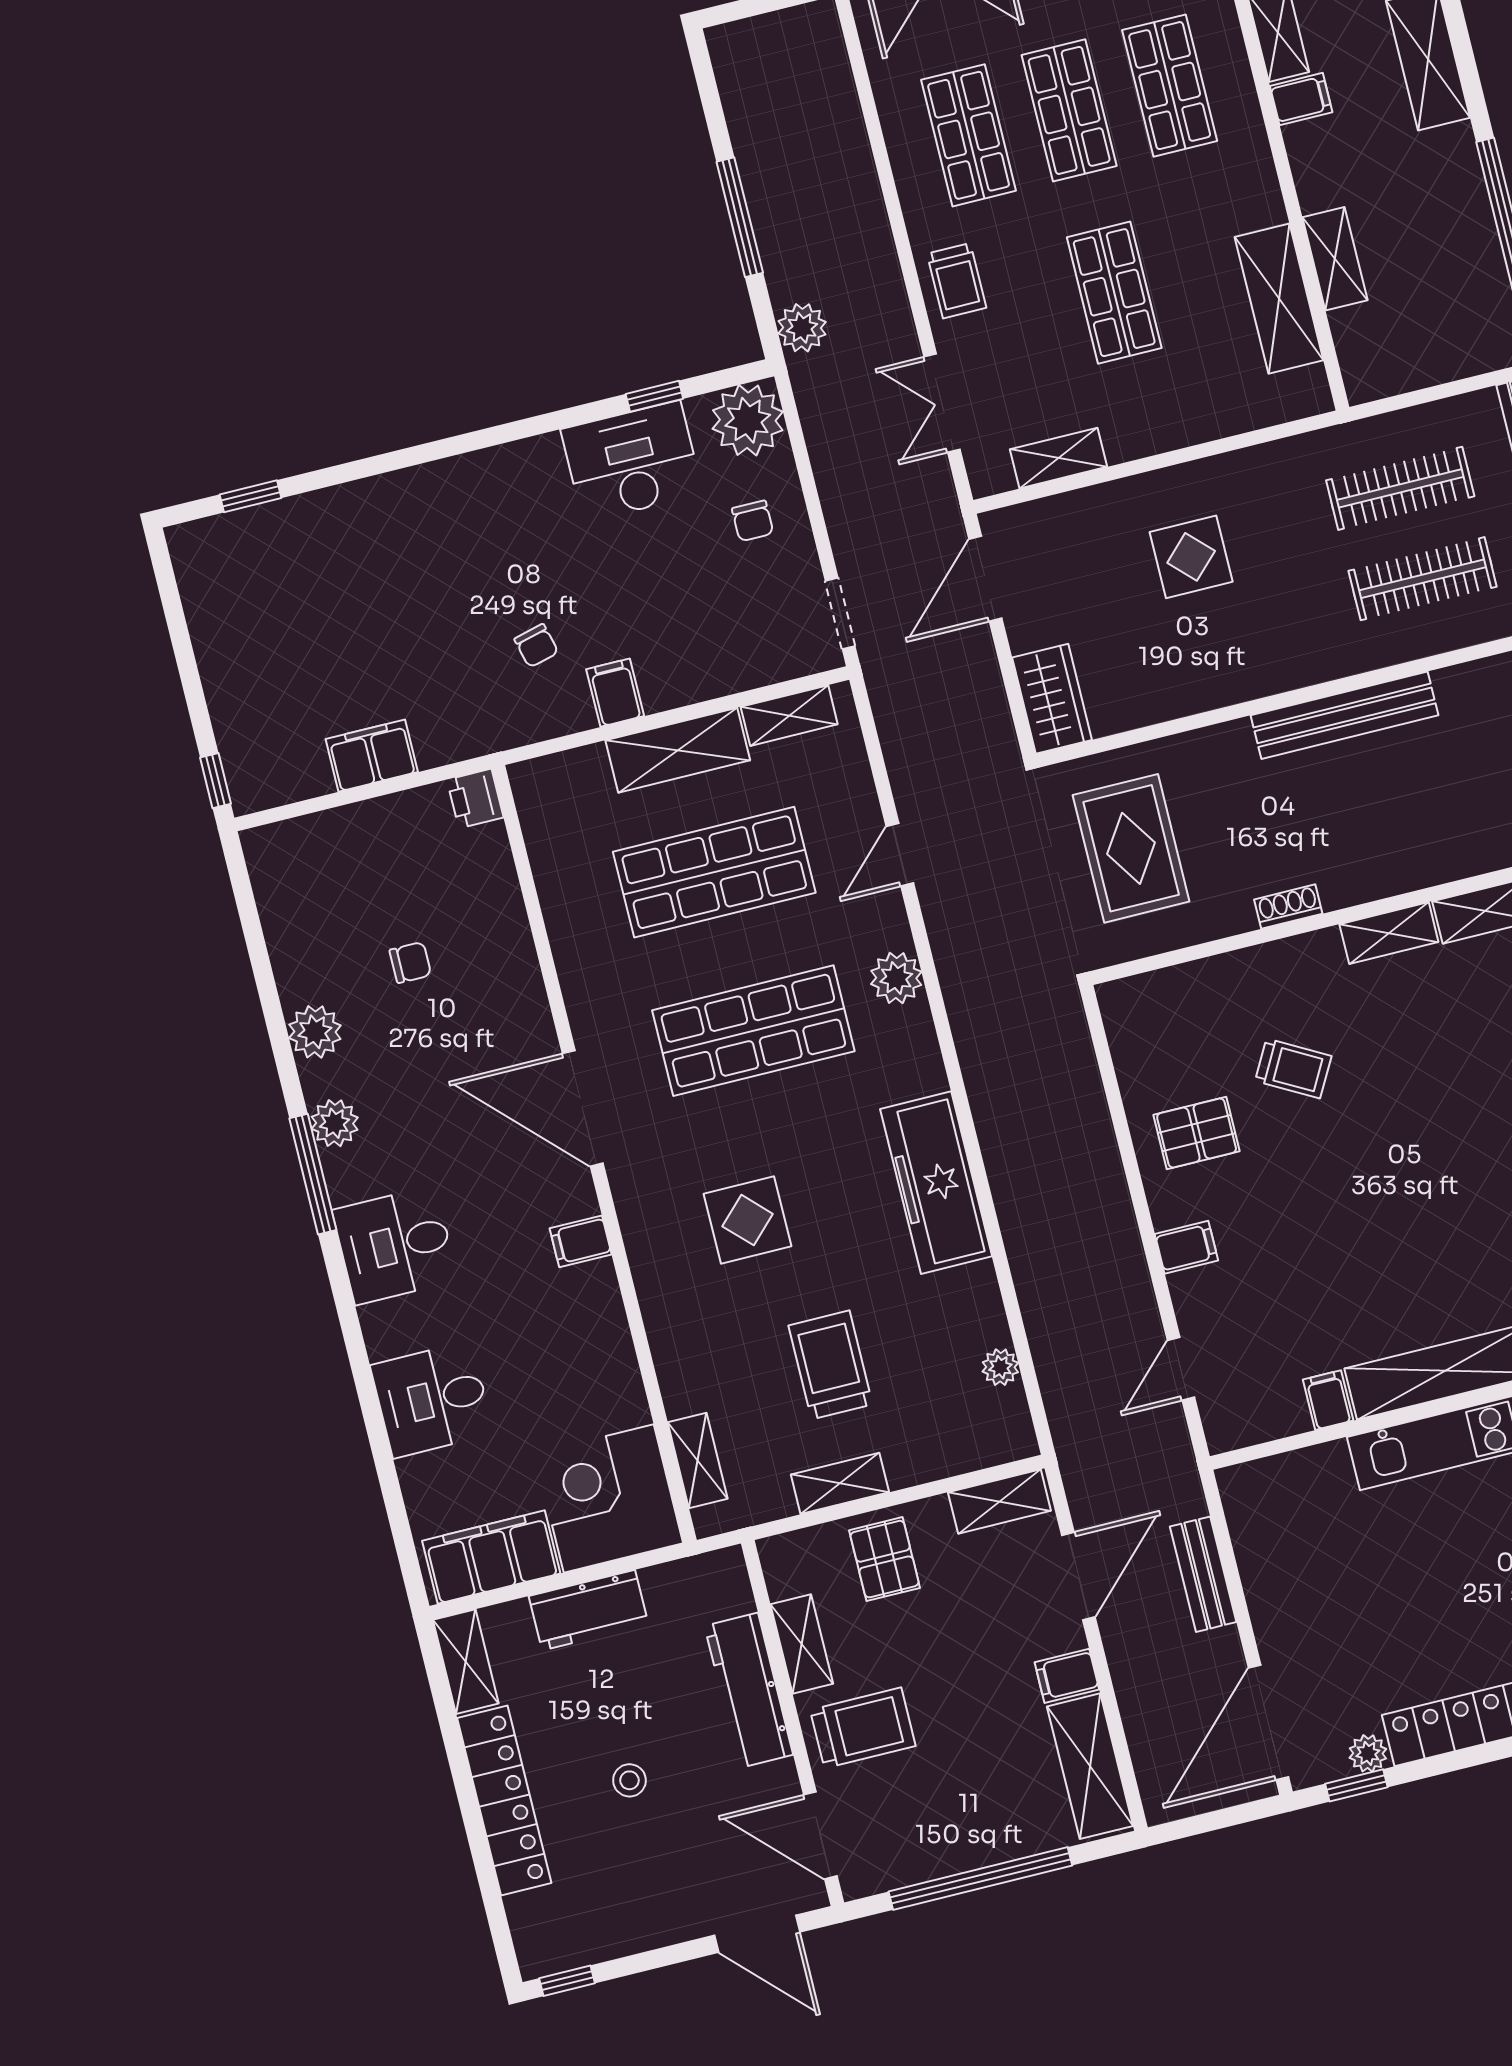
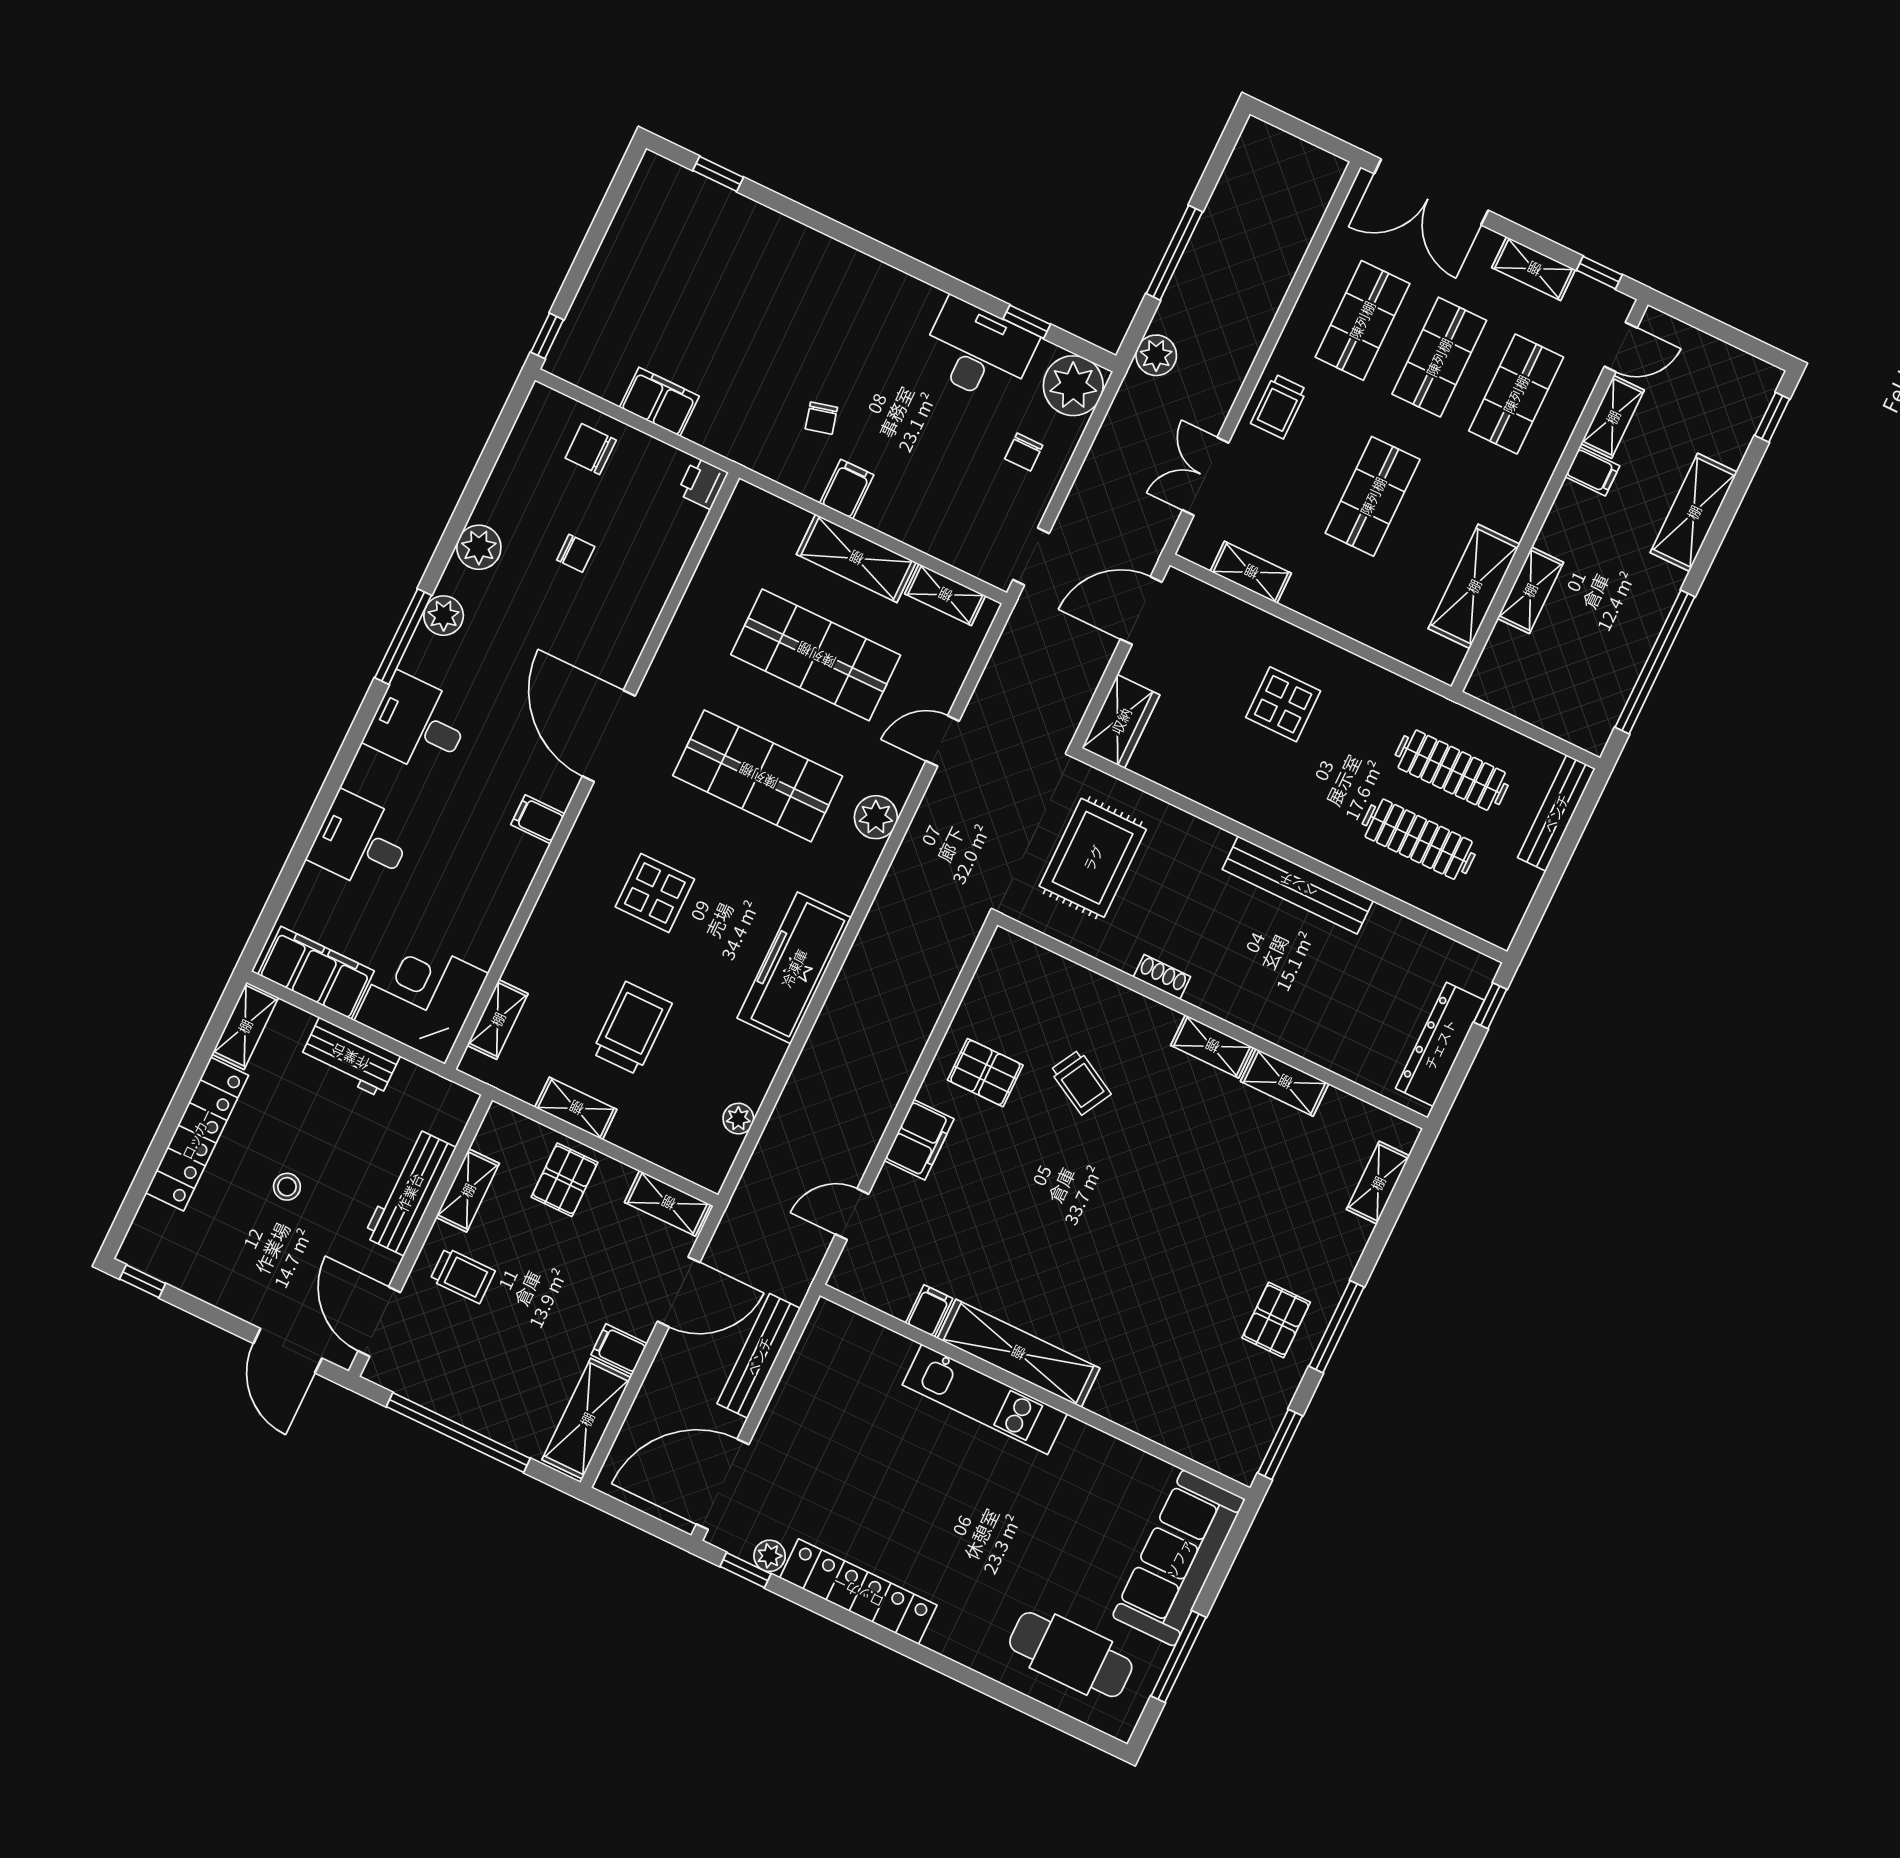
chair: (344, 853) -> (591, 449), added
filing cabinet: (1186, 1247) -> (919, 1140), width x2.00
bench: (1203, 1574) -> (759, 1356), width x1.36
trolley: (863, 1728) -> (462, 1276), width x0.73, depth x0.72

